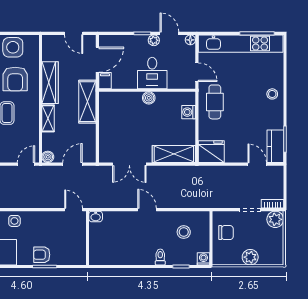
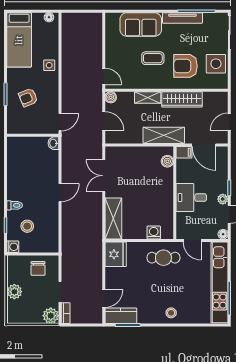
door: (197, 72) -> (192, 240), hinge flipped
boiler: (149, 98) -> (167, 161), moved
stool: (184, 232) -> (27, 226), moved
armchair: (42, 255) -> (28, 98), moved, turned -112

